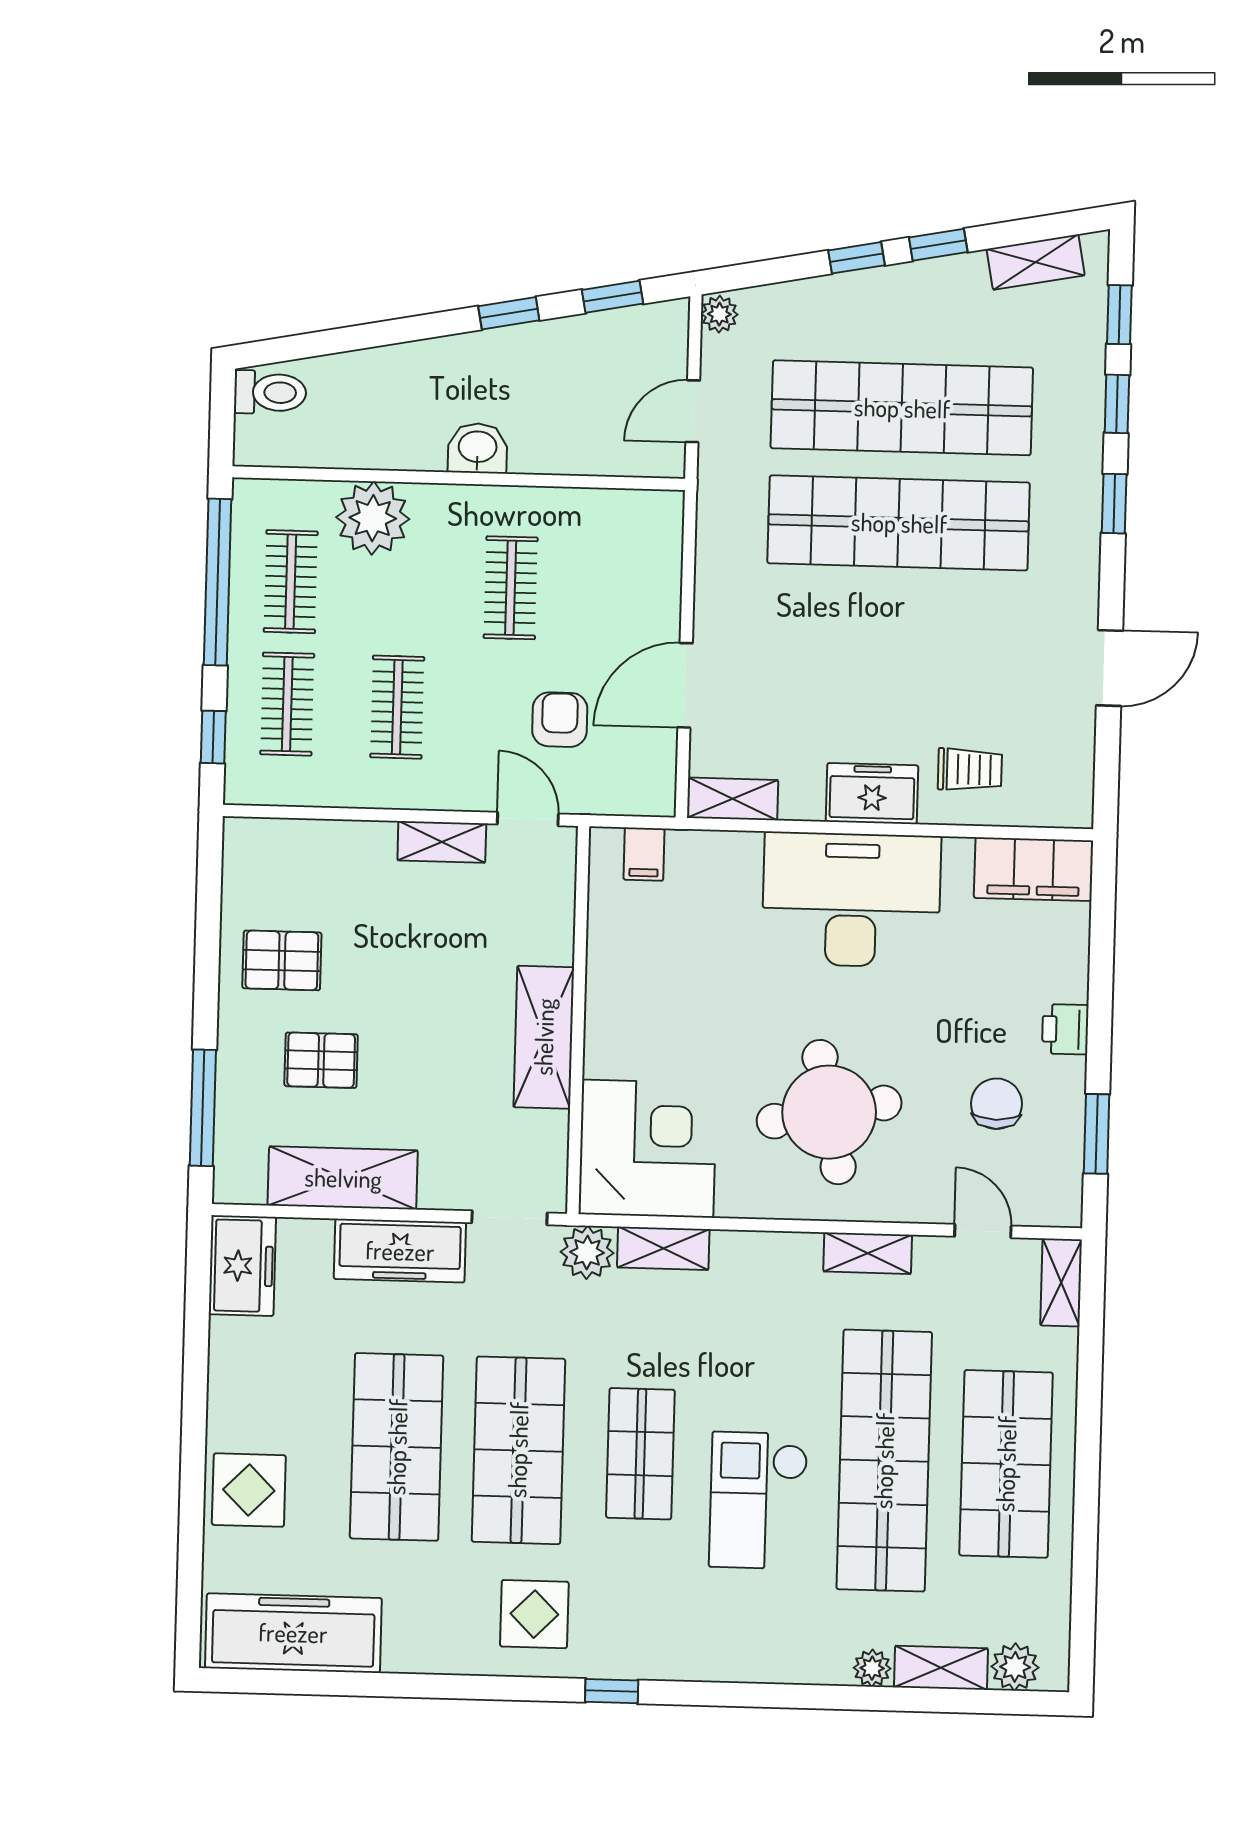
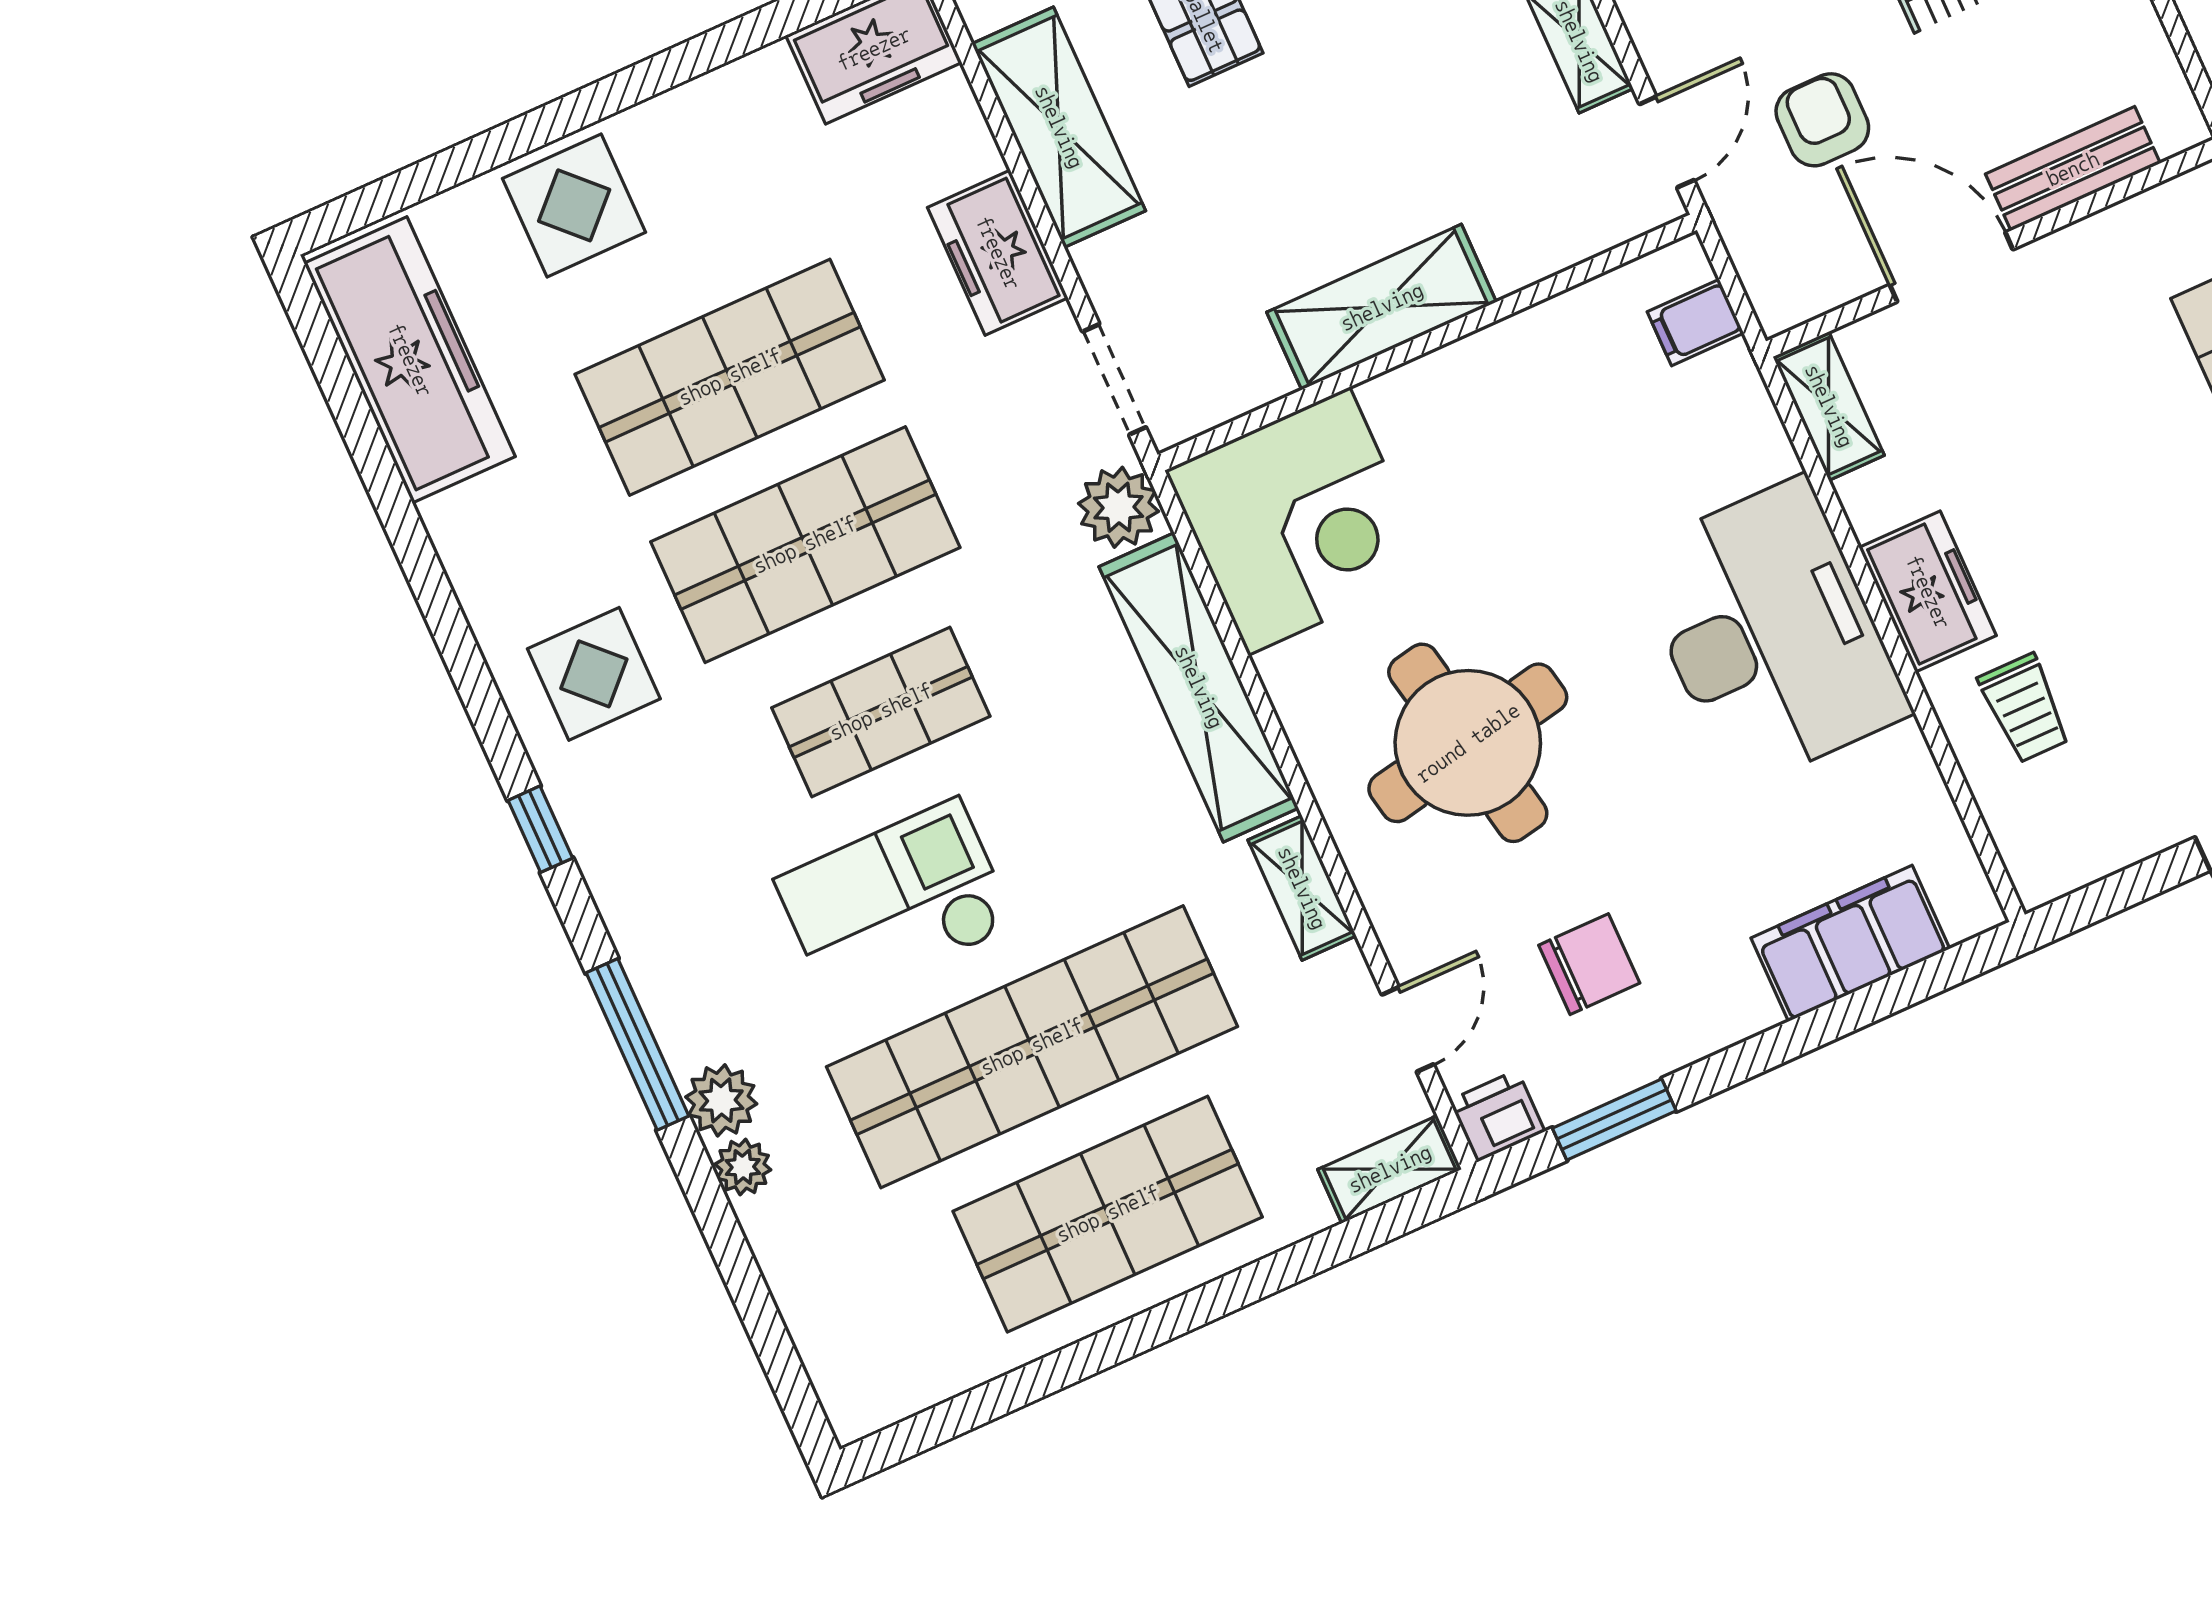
bench: (662, 584) -> (2073, 169), added
armchair: (560, 720) -> (1822, 120), turned -90
filing cabinet: (1034, 869) -> (1850, 943), moved, turned 90
printer: (1065, 1029) -> (1497, 1116), moved
shelving: (663, 1248) -> (1199, 687), width x2.20, depth x1.33
freezer: (400, 1251) -> (998, 253), width x0.71
plant: (1015, 1667) -> (721, 1100), moved
shelving: (941, 1668) -> (789, 1260), removed
window: (768, 1696) -> (637, 1044), added

